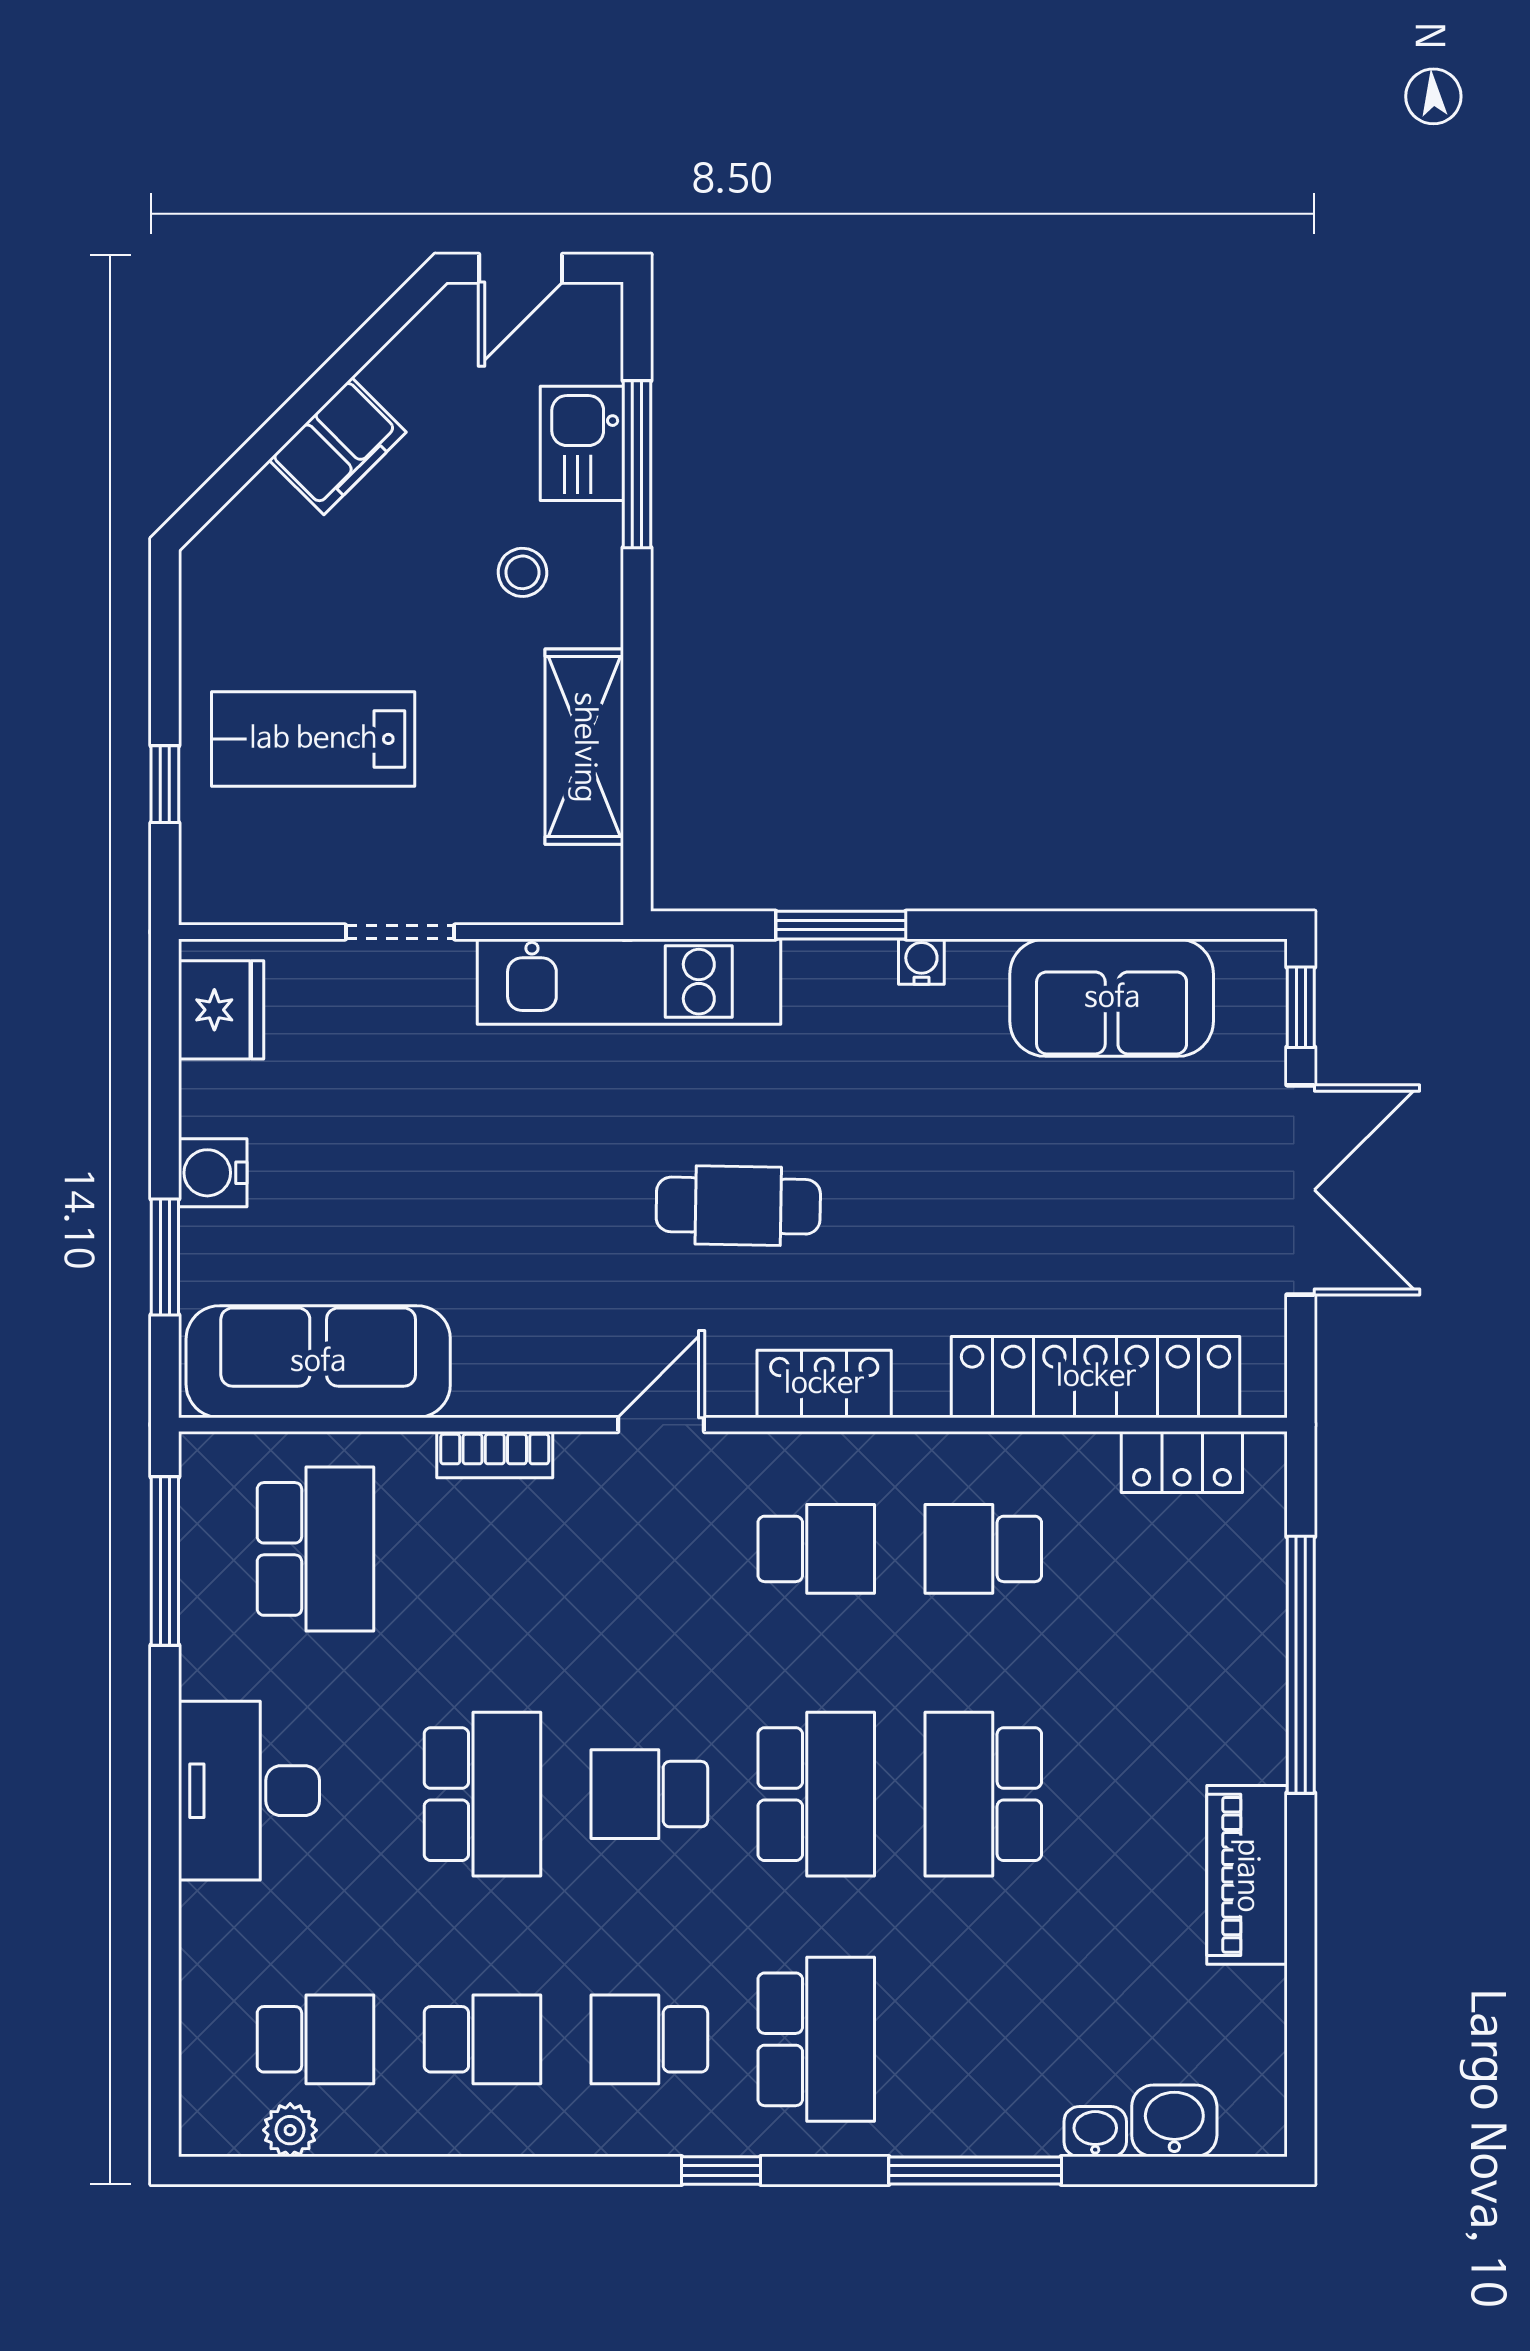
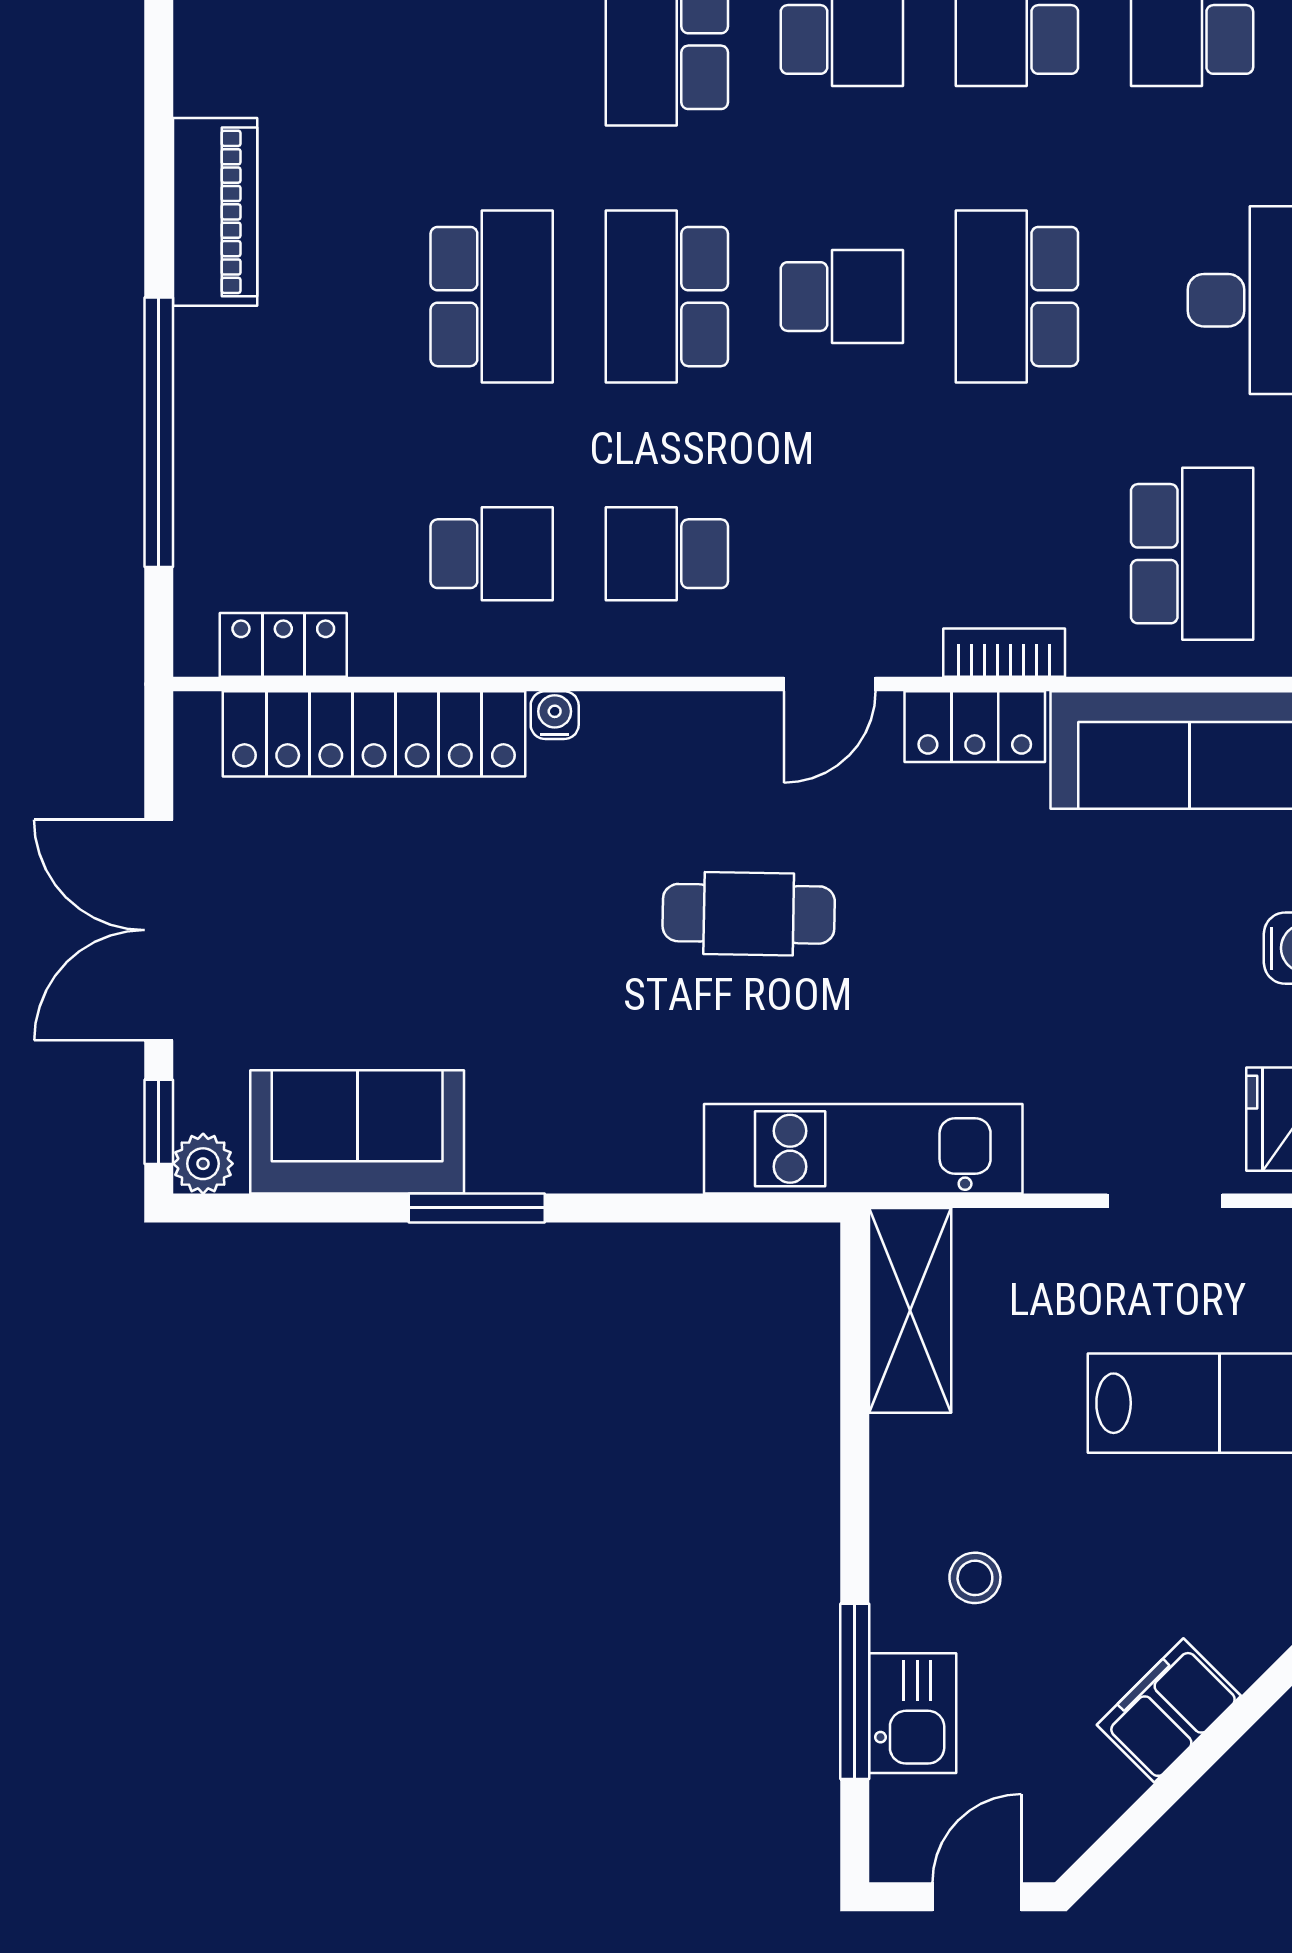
shelving: (584, 747) -> (910, 1310), moved
window: (841, 925) -> (477, 1208), moved
doorway: (400, 932) -> (1165, 1201), moved
water cooler: (921, 962) -> (555, 715), moved, turned 180
plant: (1259, 967) -> (203, 1164), added
locker: (824, 1384) -> (975, 727), moved
school desk: (316, 1549) -> (1192, 554), turned 180

